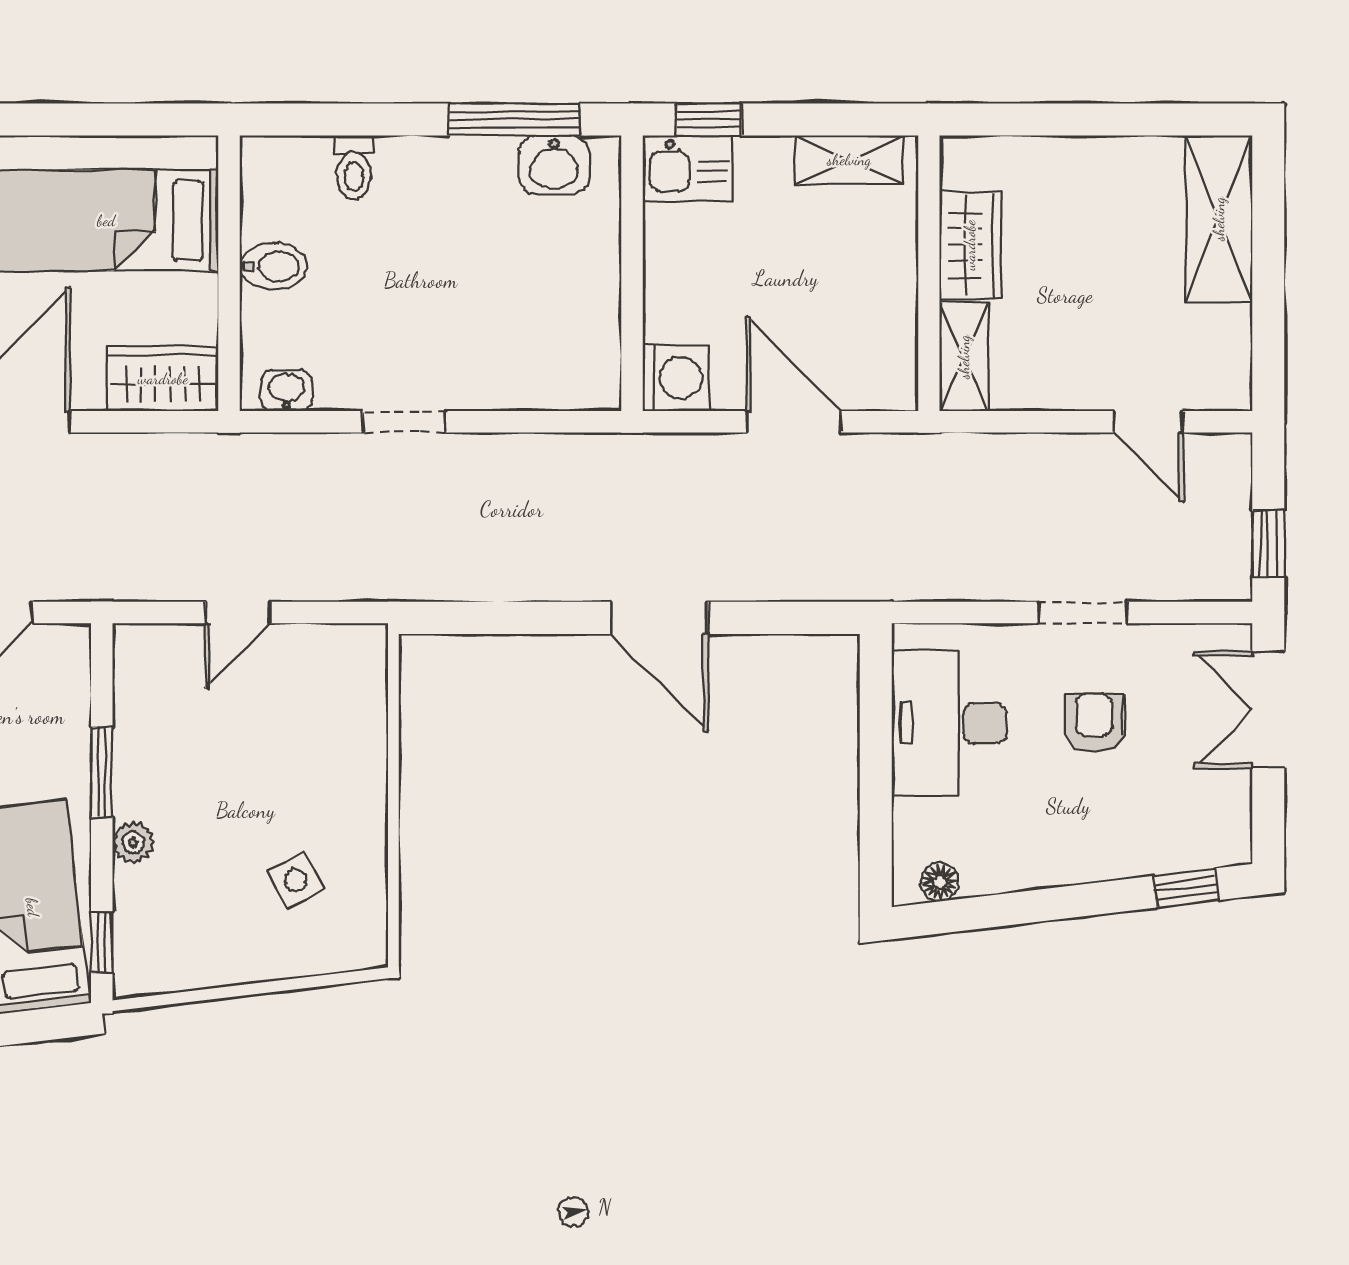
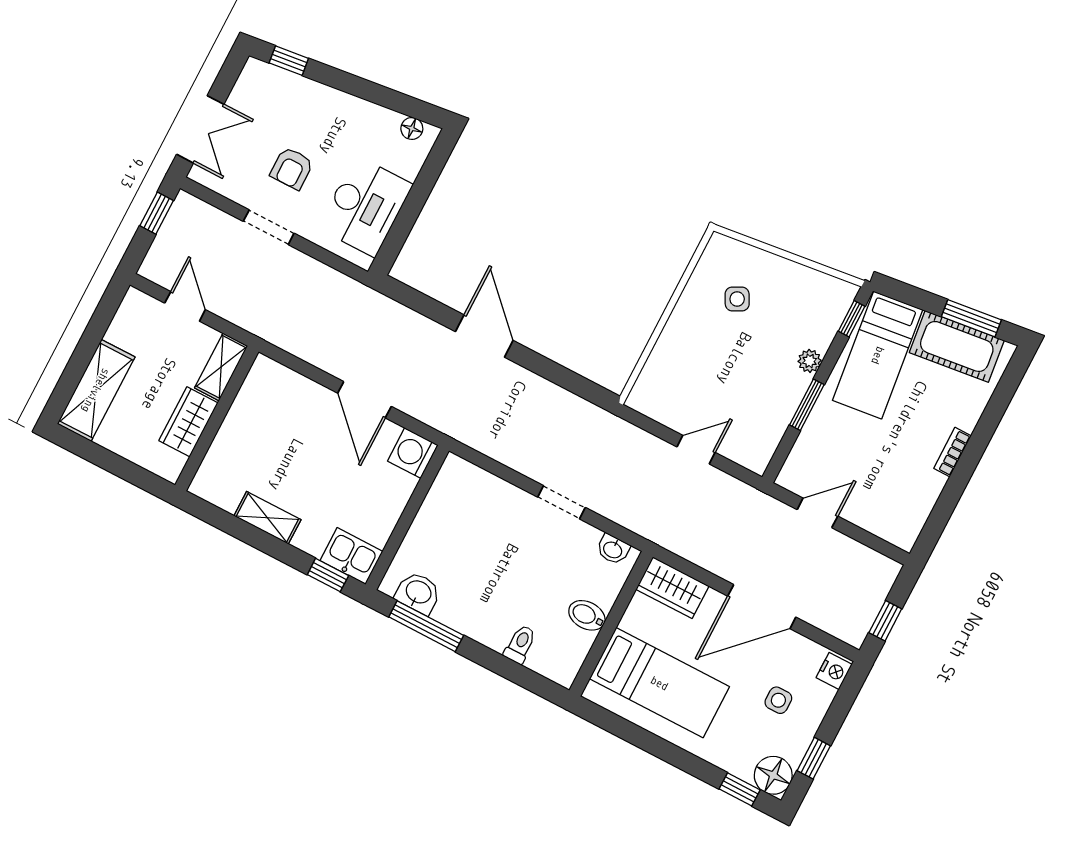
wardrobe: (970, 245) -> (188, 422), moved
wall: (929, 273) -> (217, 418), moved
shelving: (964, 357) -> (221, 367), moved

